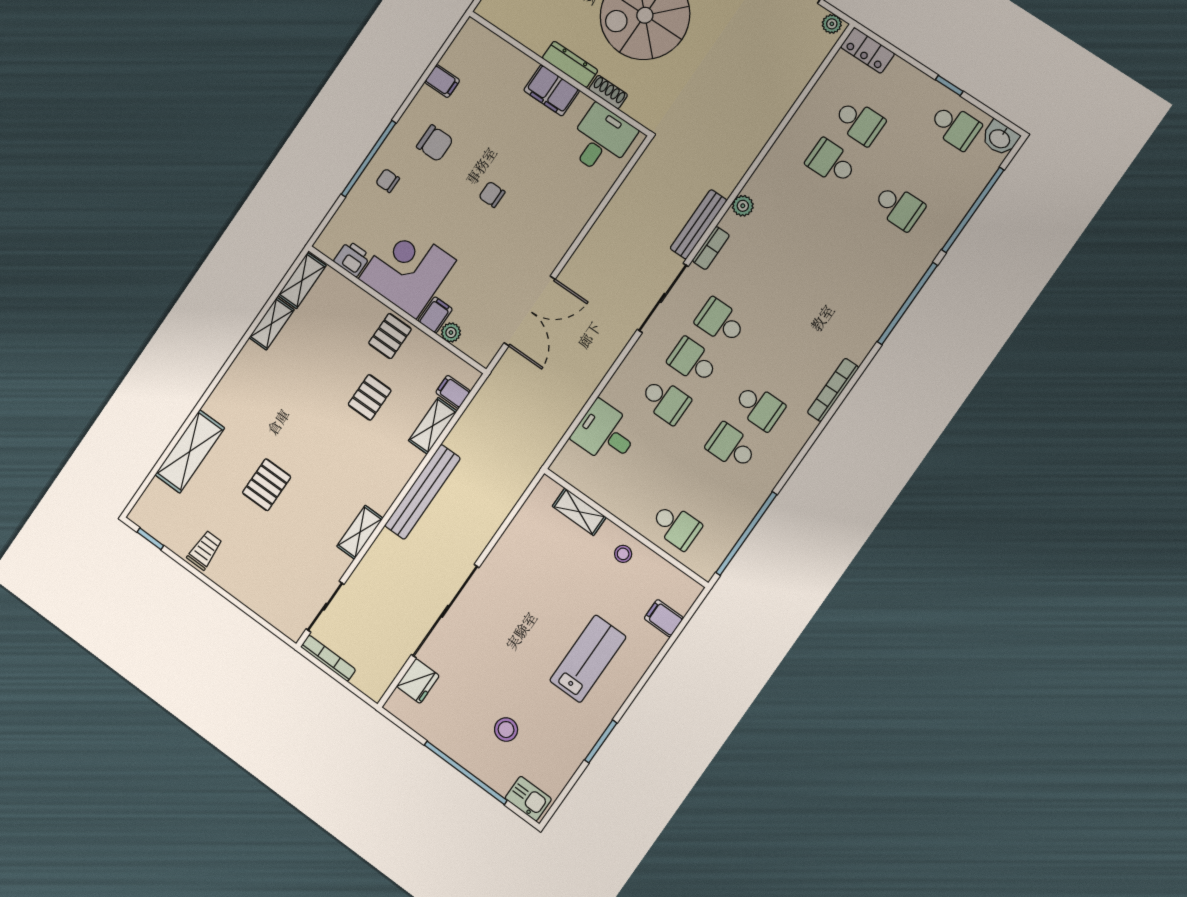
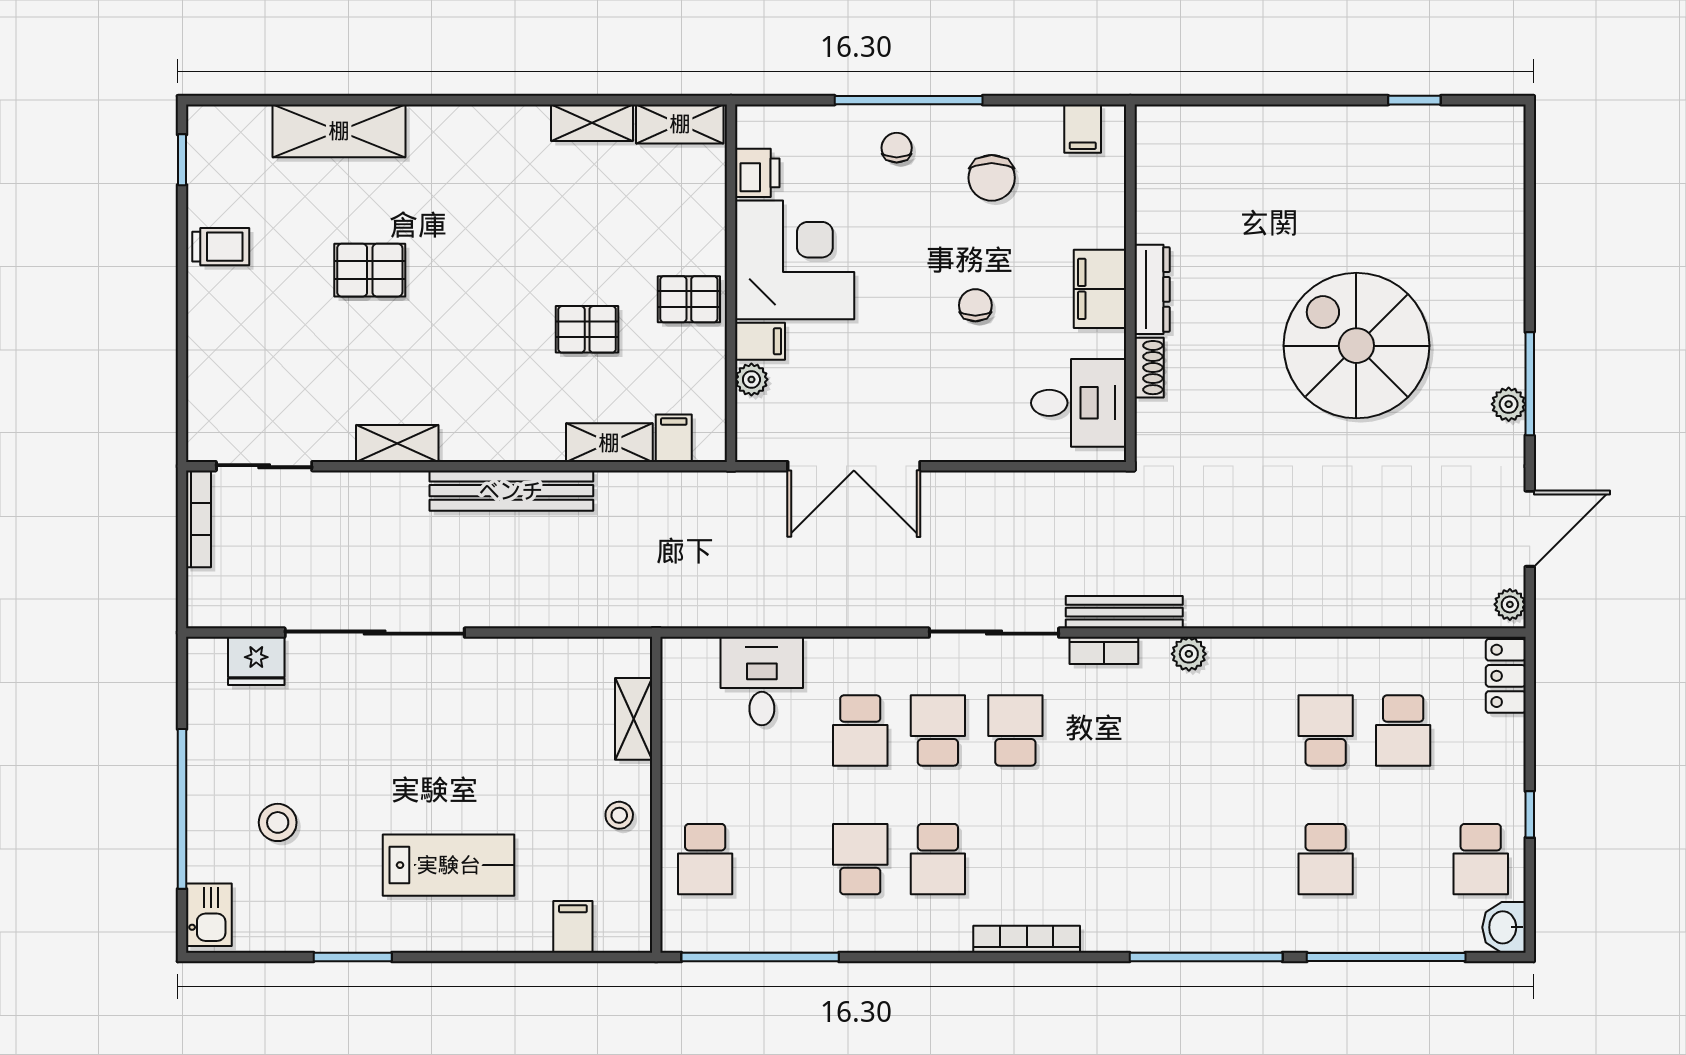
dresser: (570, 64) -> (1152, 289), moved
wall: (559, 73) -> (1130, 283), moved
filing cabinet: (552, 90) -> (1100, 289), moved
shoe rack: (608, 92) -> (1149, 368), moved
desk: (601, 140) -> (1079, 403), moved

